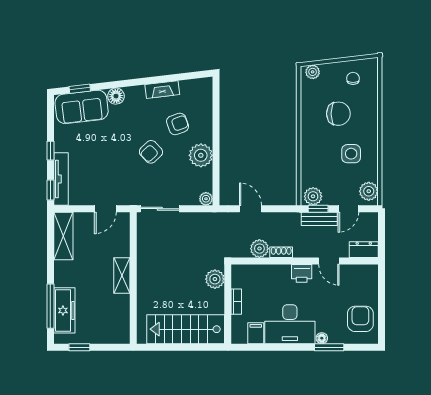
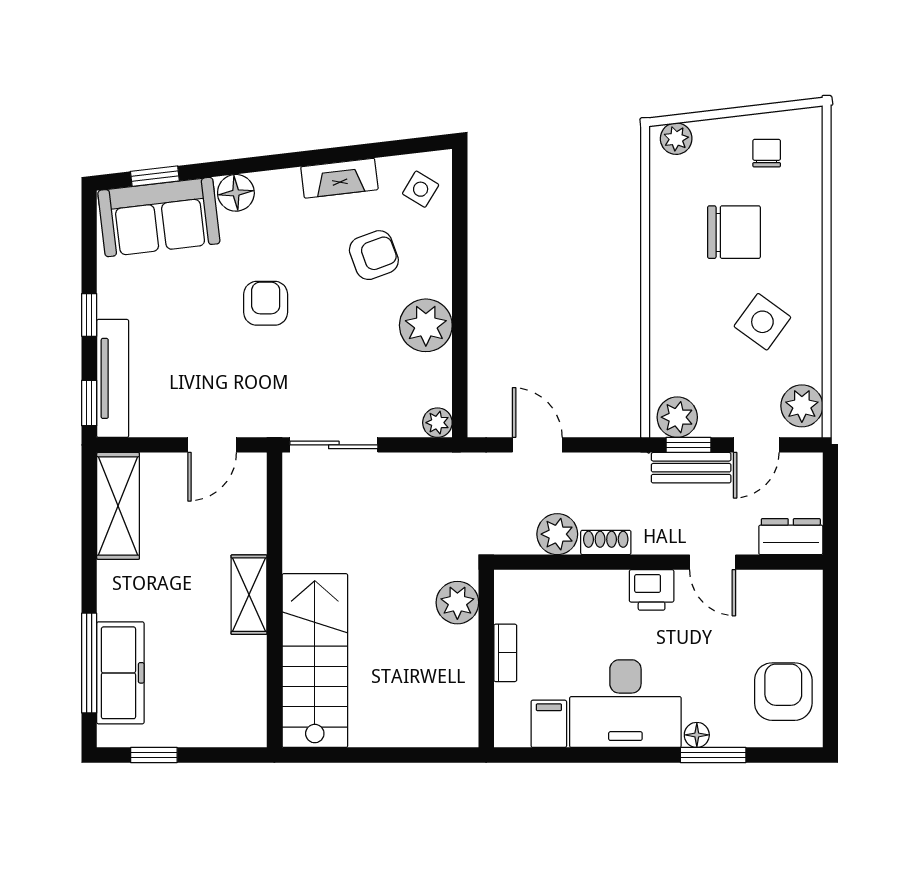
side table: (198, 94) -> (421, 189), added
armchair: (151, 152) -> (266, 303), moved, turned 133
side table: (351, 154) -> (762, 322), turned 36
stairs: (186, 329) -> (315, 661), moved, turned 90

